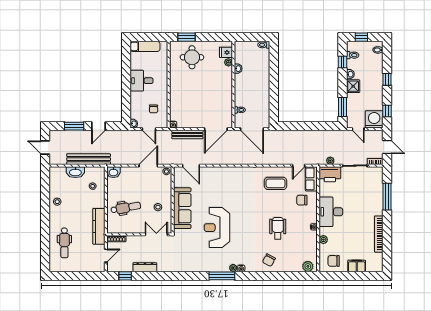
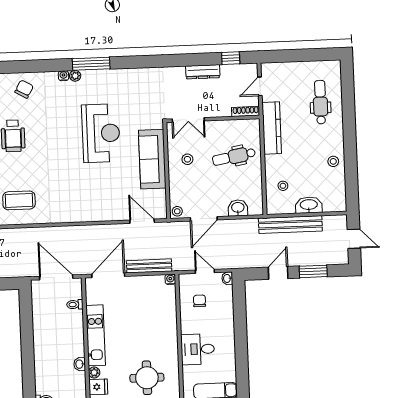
desk: (141, 81) -> (198, 349), moved, turned 180
kitchen unit: (226, 88) -> (96, 335), added
washbasin: (113, 172) -> (238, 208), moved

